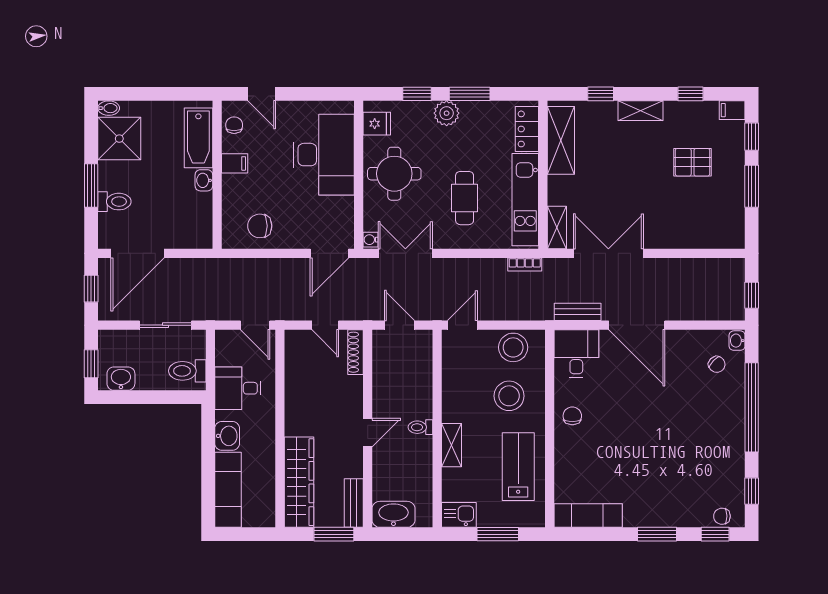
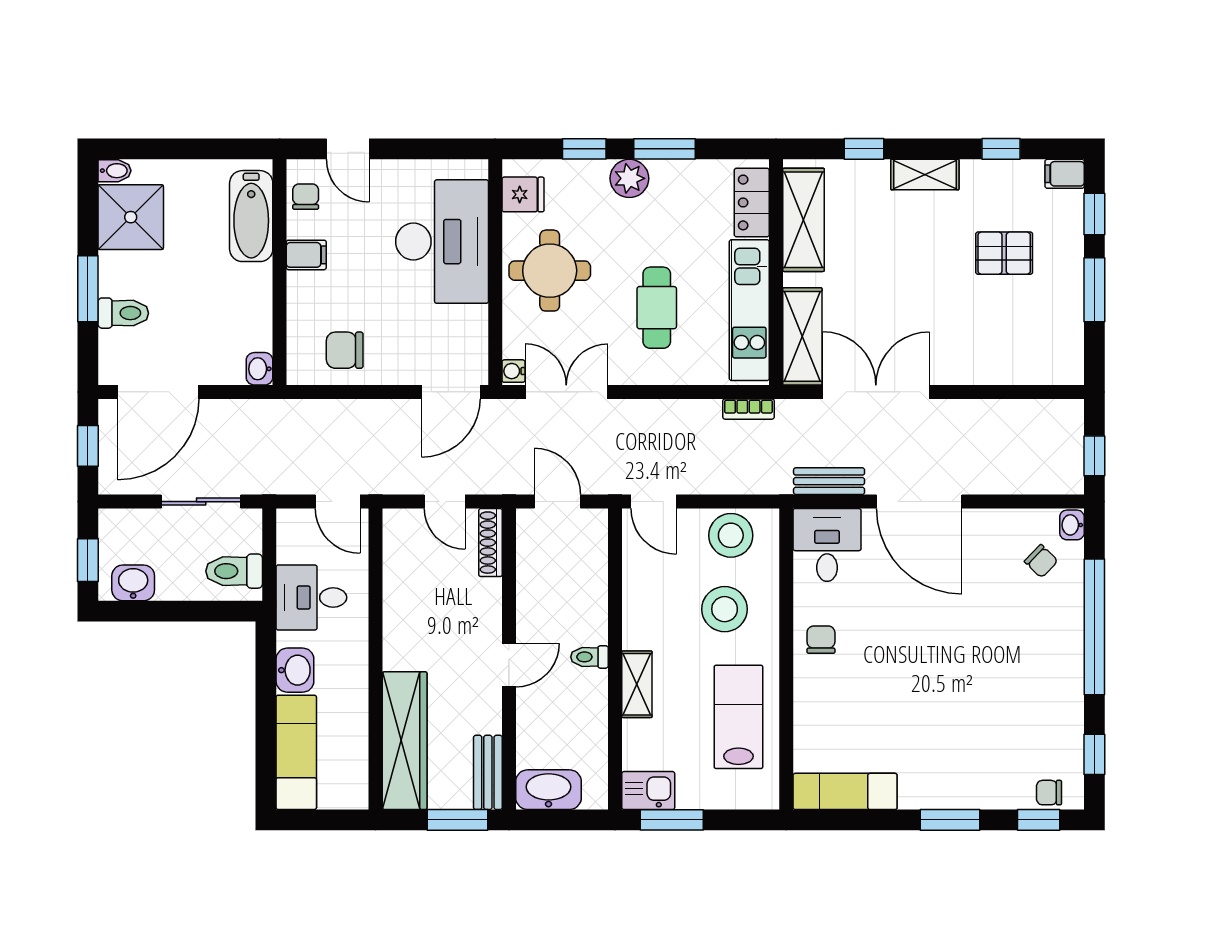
washbasin: (204, 180) -> (260, 369), moved
shelving: (557, 228) -> (802, 336), width x1.50, depth x1.33
door: (462, 325) -> (654, 502), swing flipped
window: (498, 534) -> (672, 820), moved

